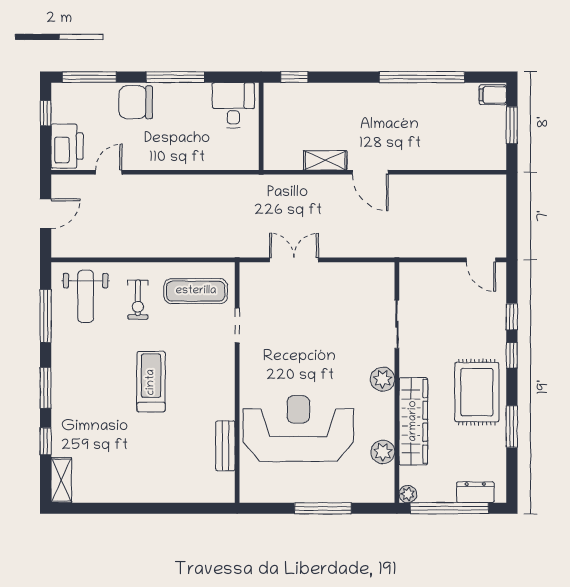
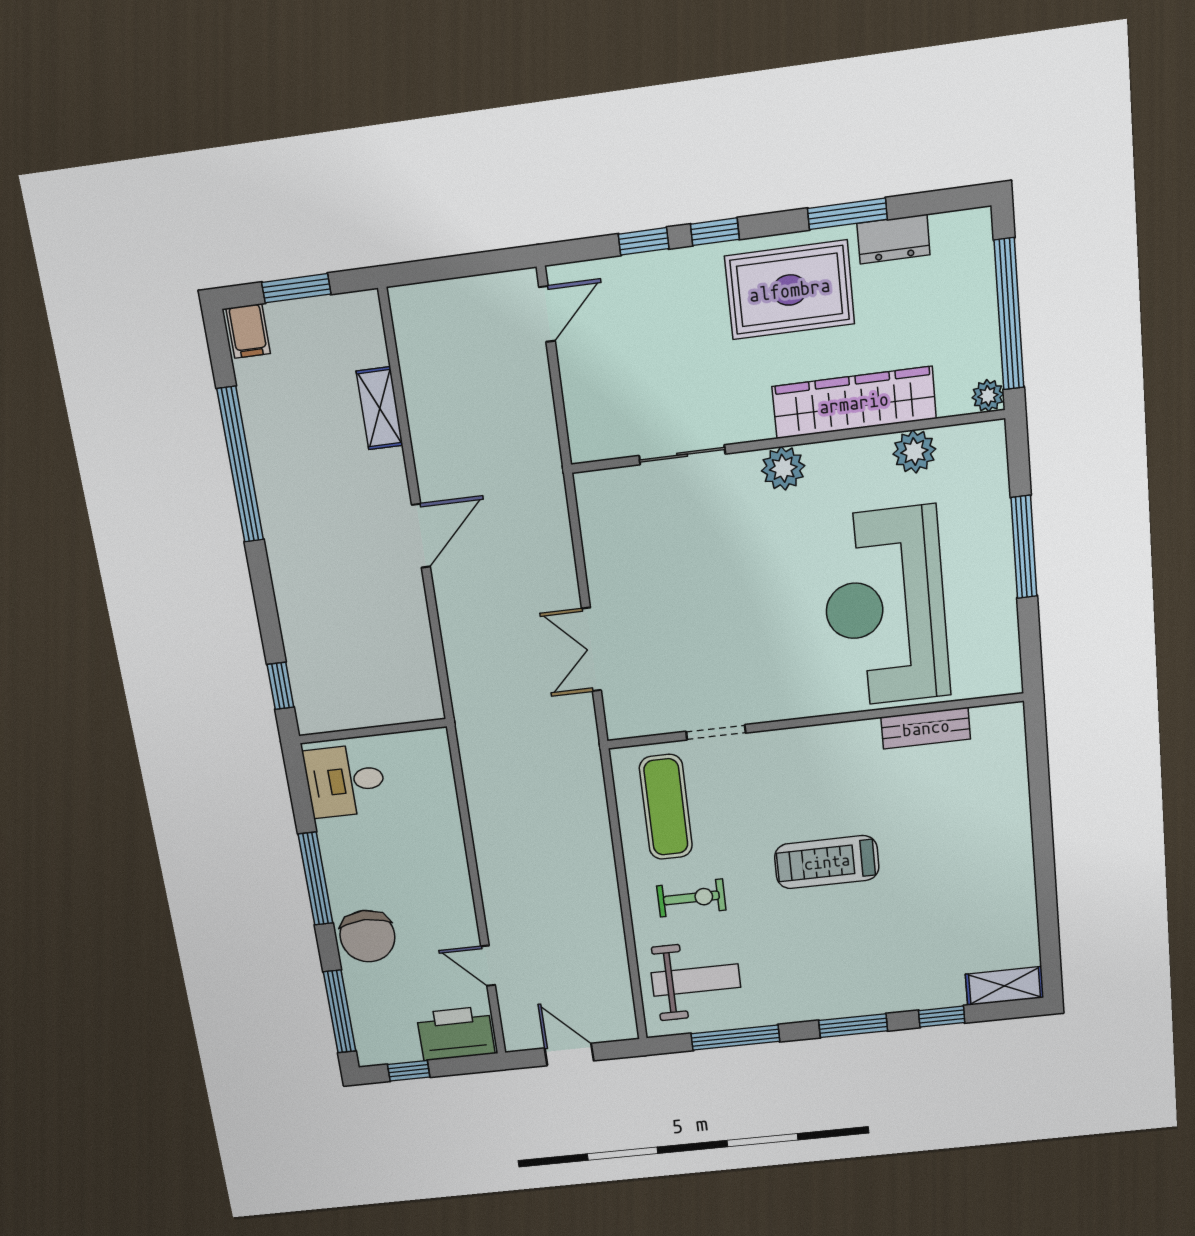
shelving: (325, 160) -> (380, 408), moved
dresser: (475, 492) -> (893, 239), moved, turned -90

